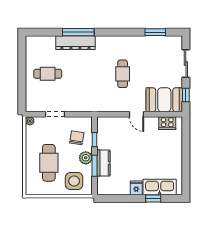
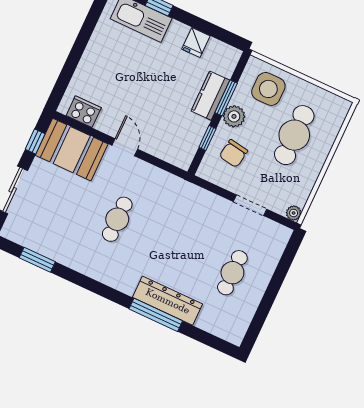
cafe table: (48, 74) -> (232, 273), turned 90
fridge: (136, 188) -> (196, 42), moved

